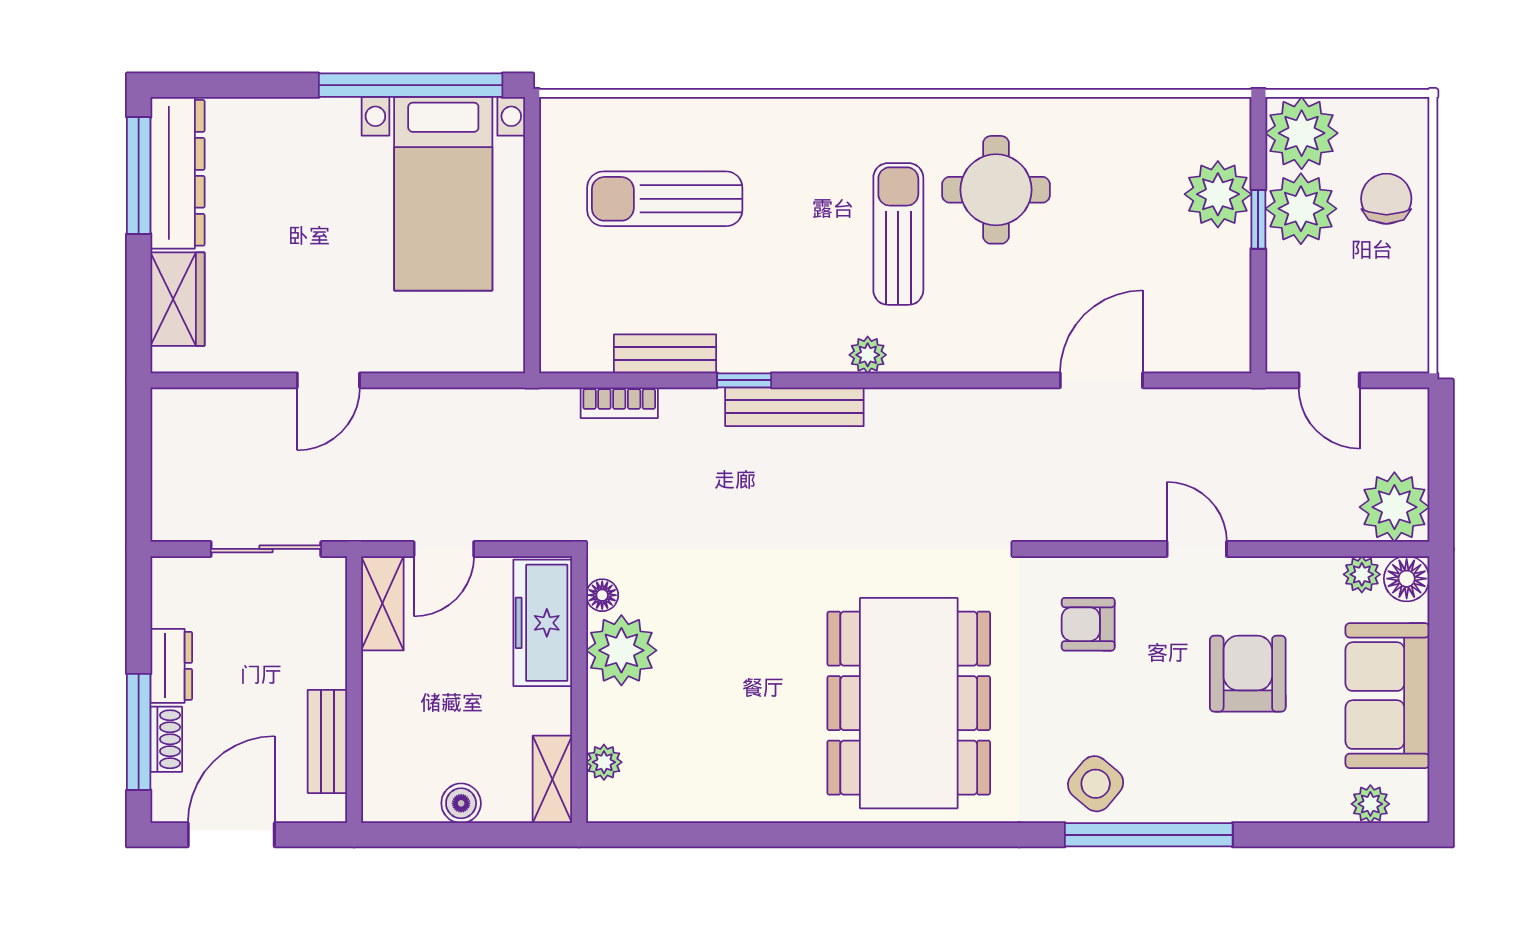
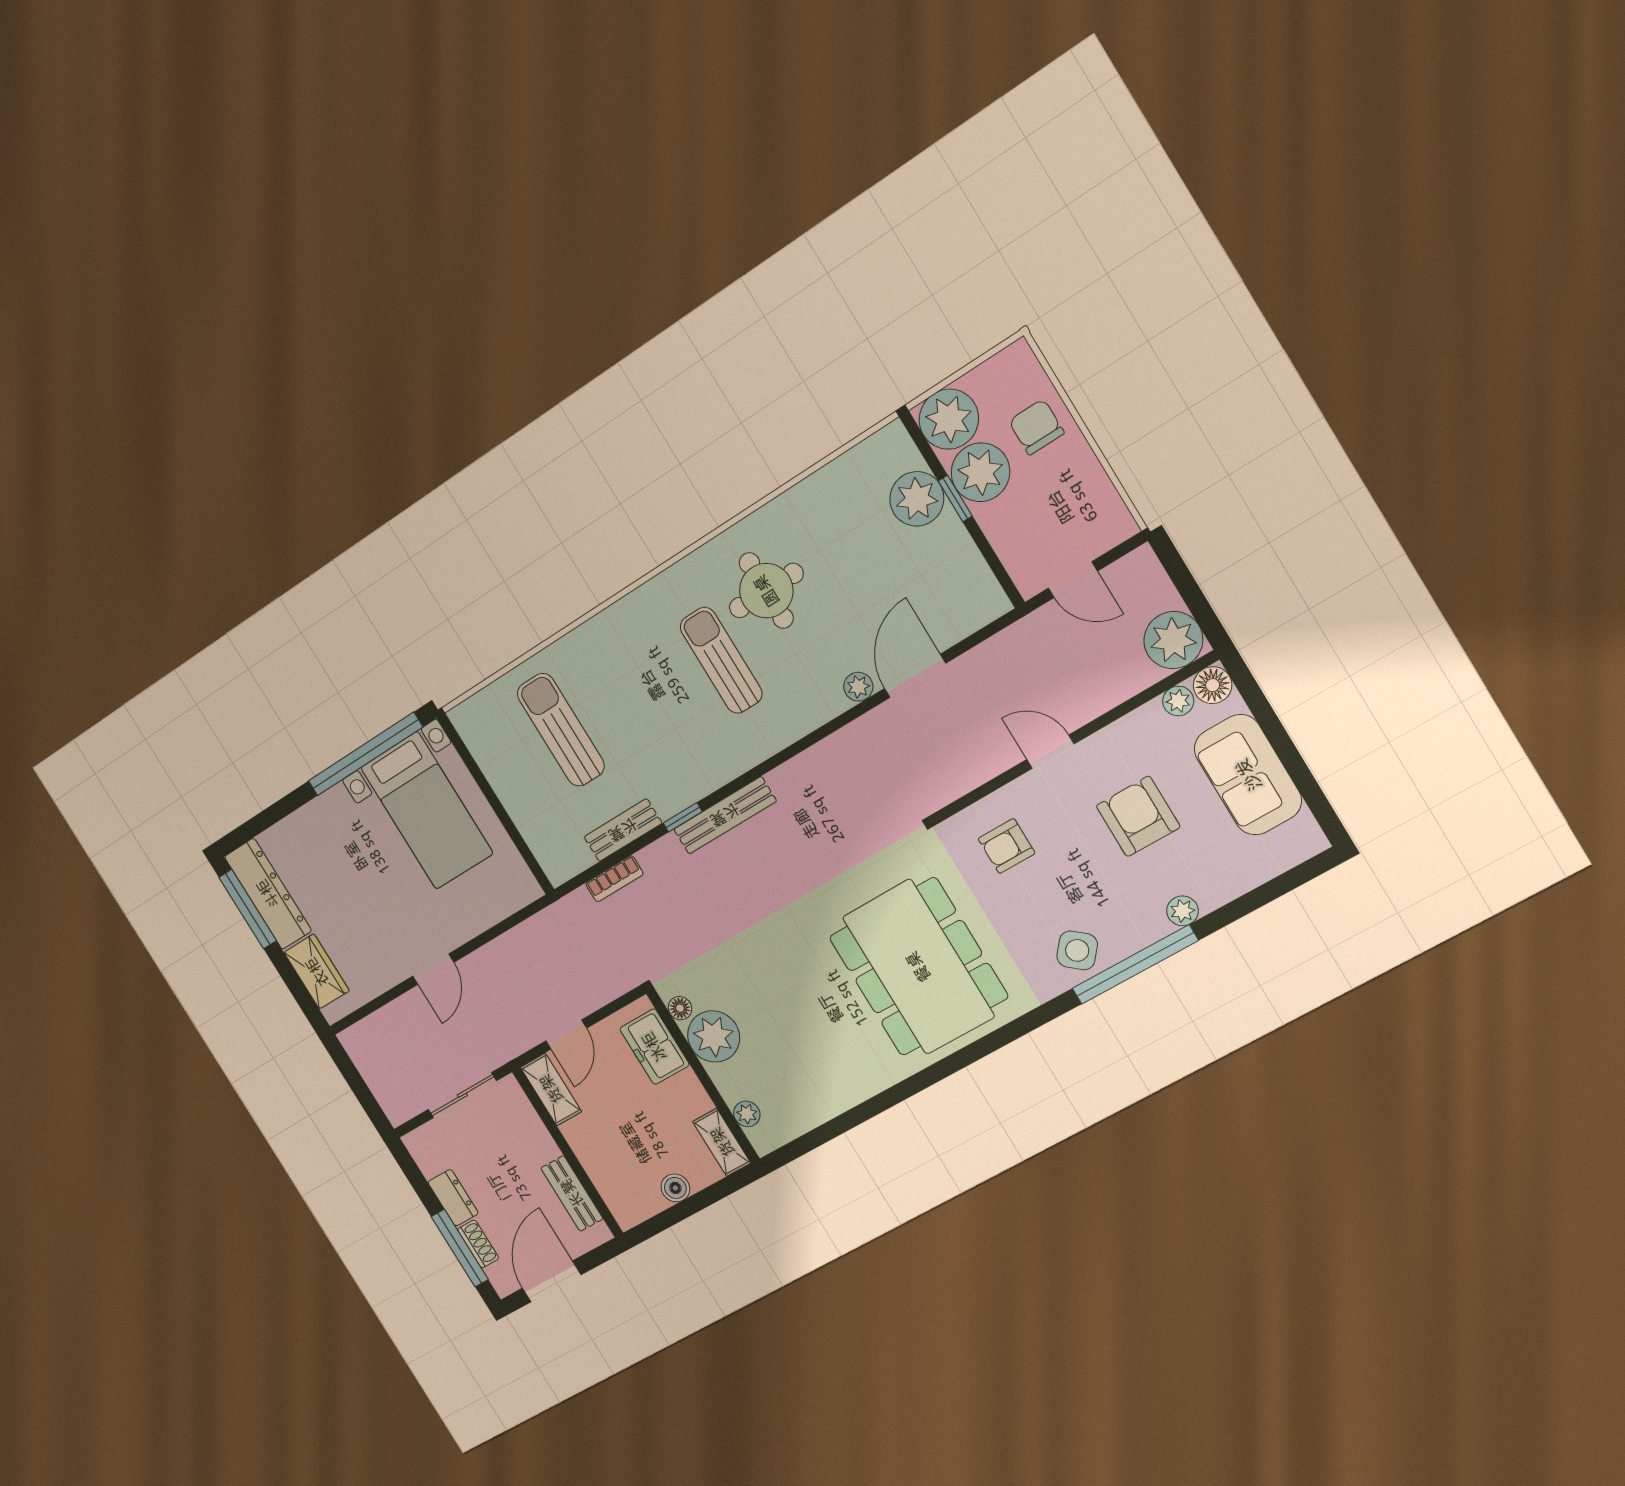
sun lounger: (665, 199) -> (561, 730), turned 90
plant: (868, 355) -> (858, 687), moved
freezer: (543, 623) -> (654, 1047), width x0.71
plant: (1370, 804) -> (1183, 911), moved

